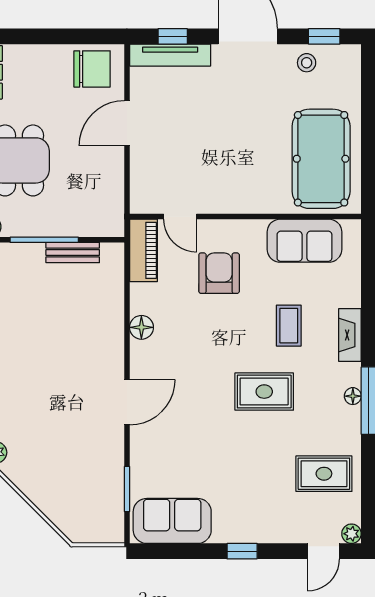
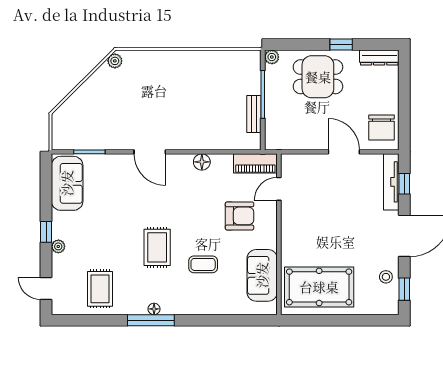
fireplace: (350, 335) -> (197, 307), removed
plant: (351, 534) -> (58, 246), moved

